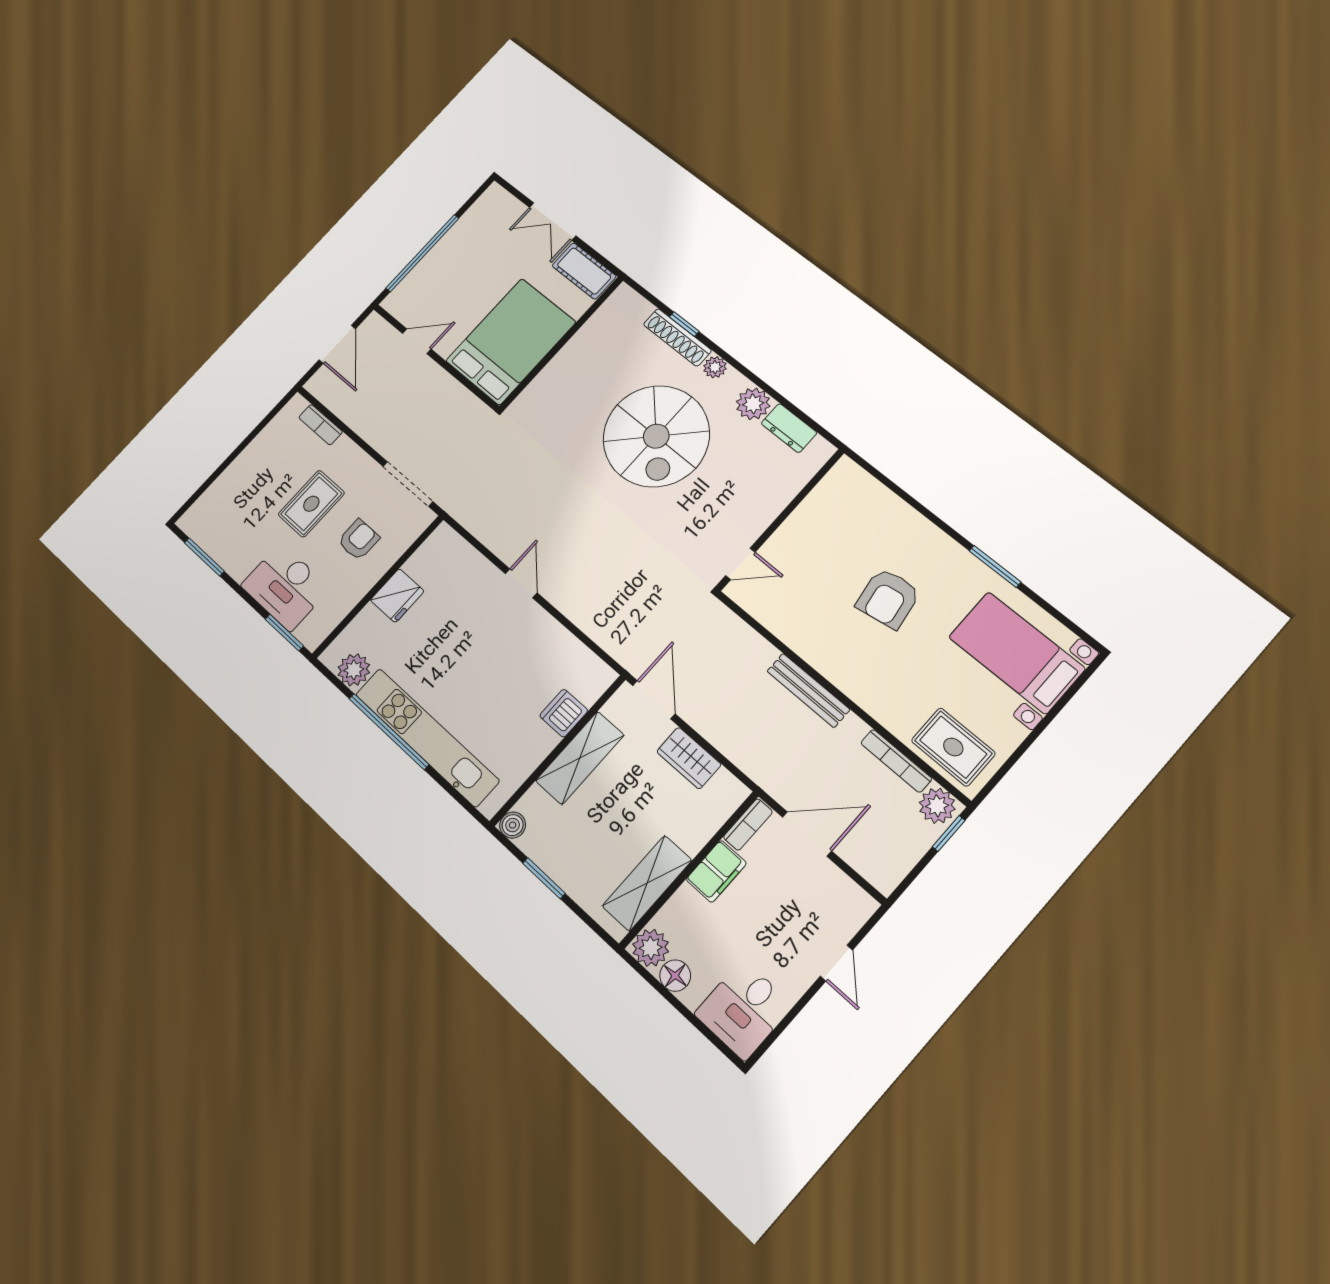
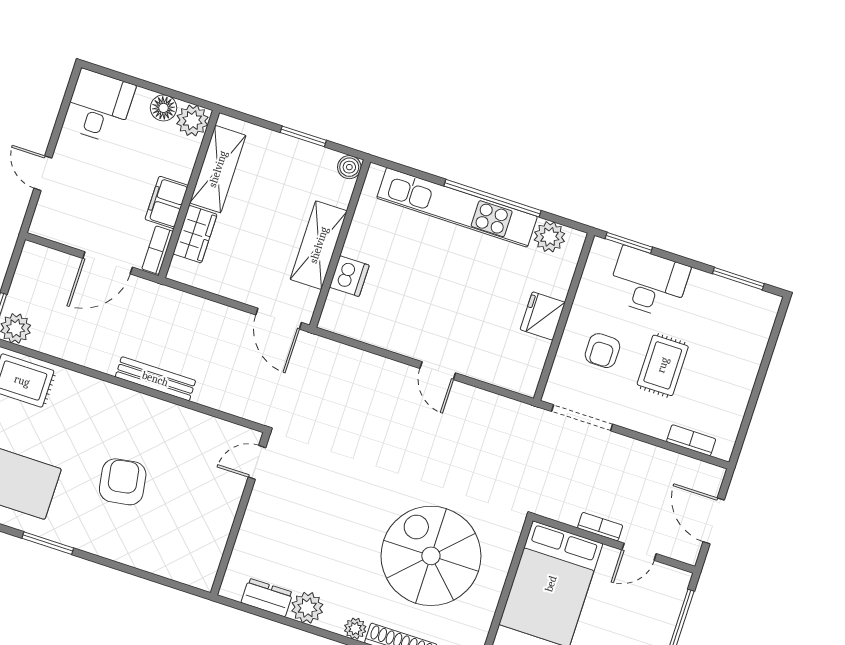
spiral stairs: (656, 436) -> (431, 556), moved
wardrobe: (689, 758) -> (195, 234), moved, turned 90
bookcase: (896, 761) -> (600, 527), moved, width x0.64

